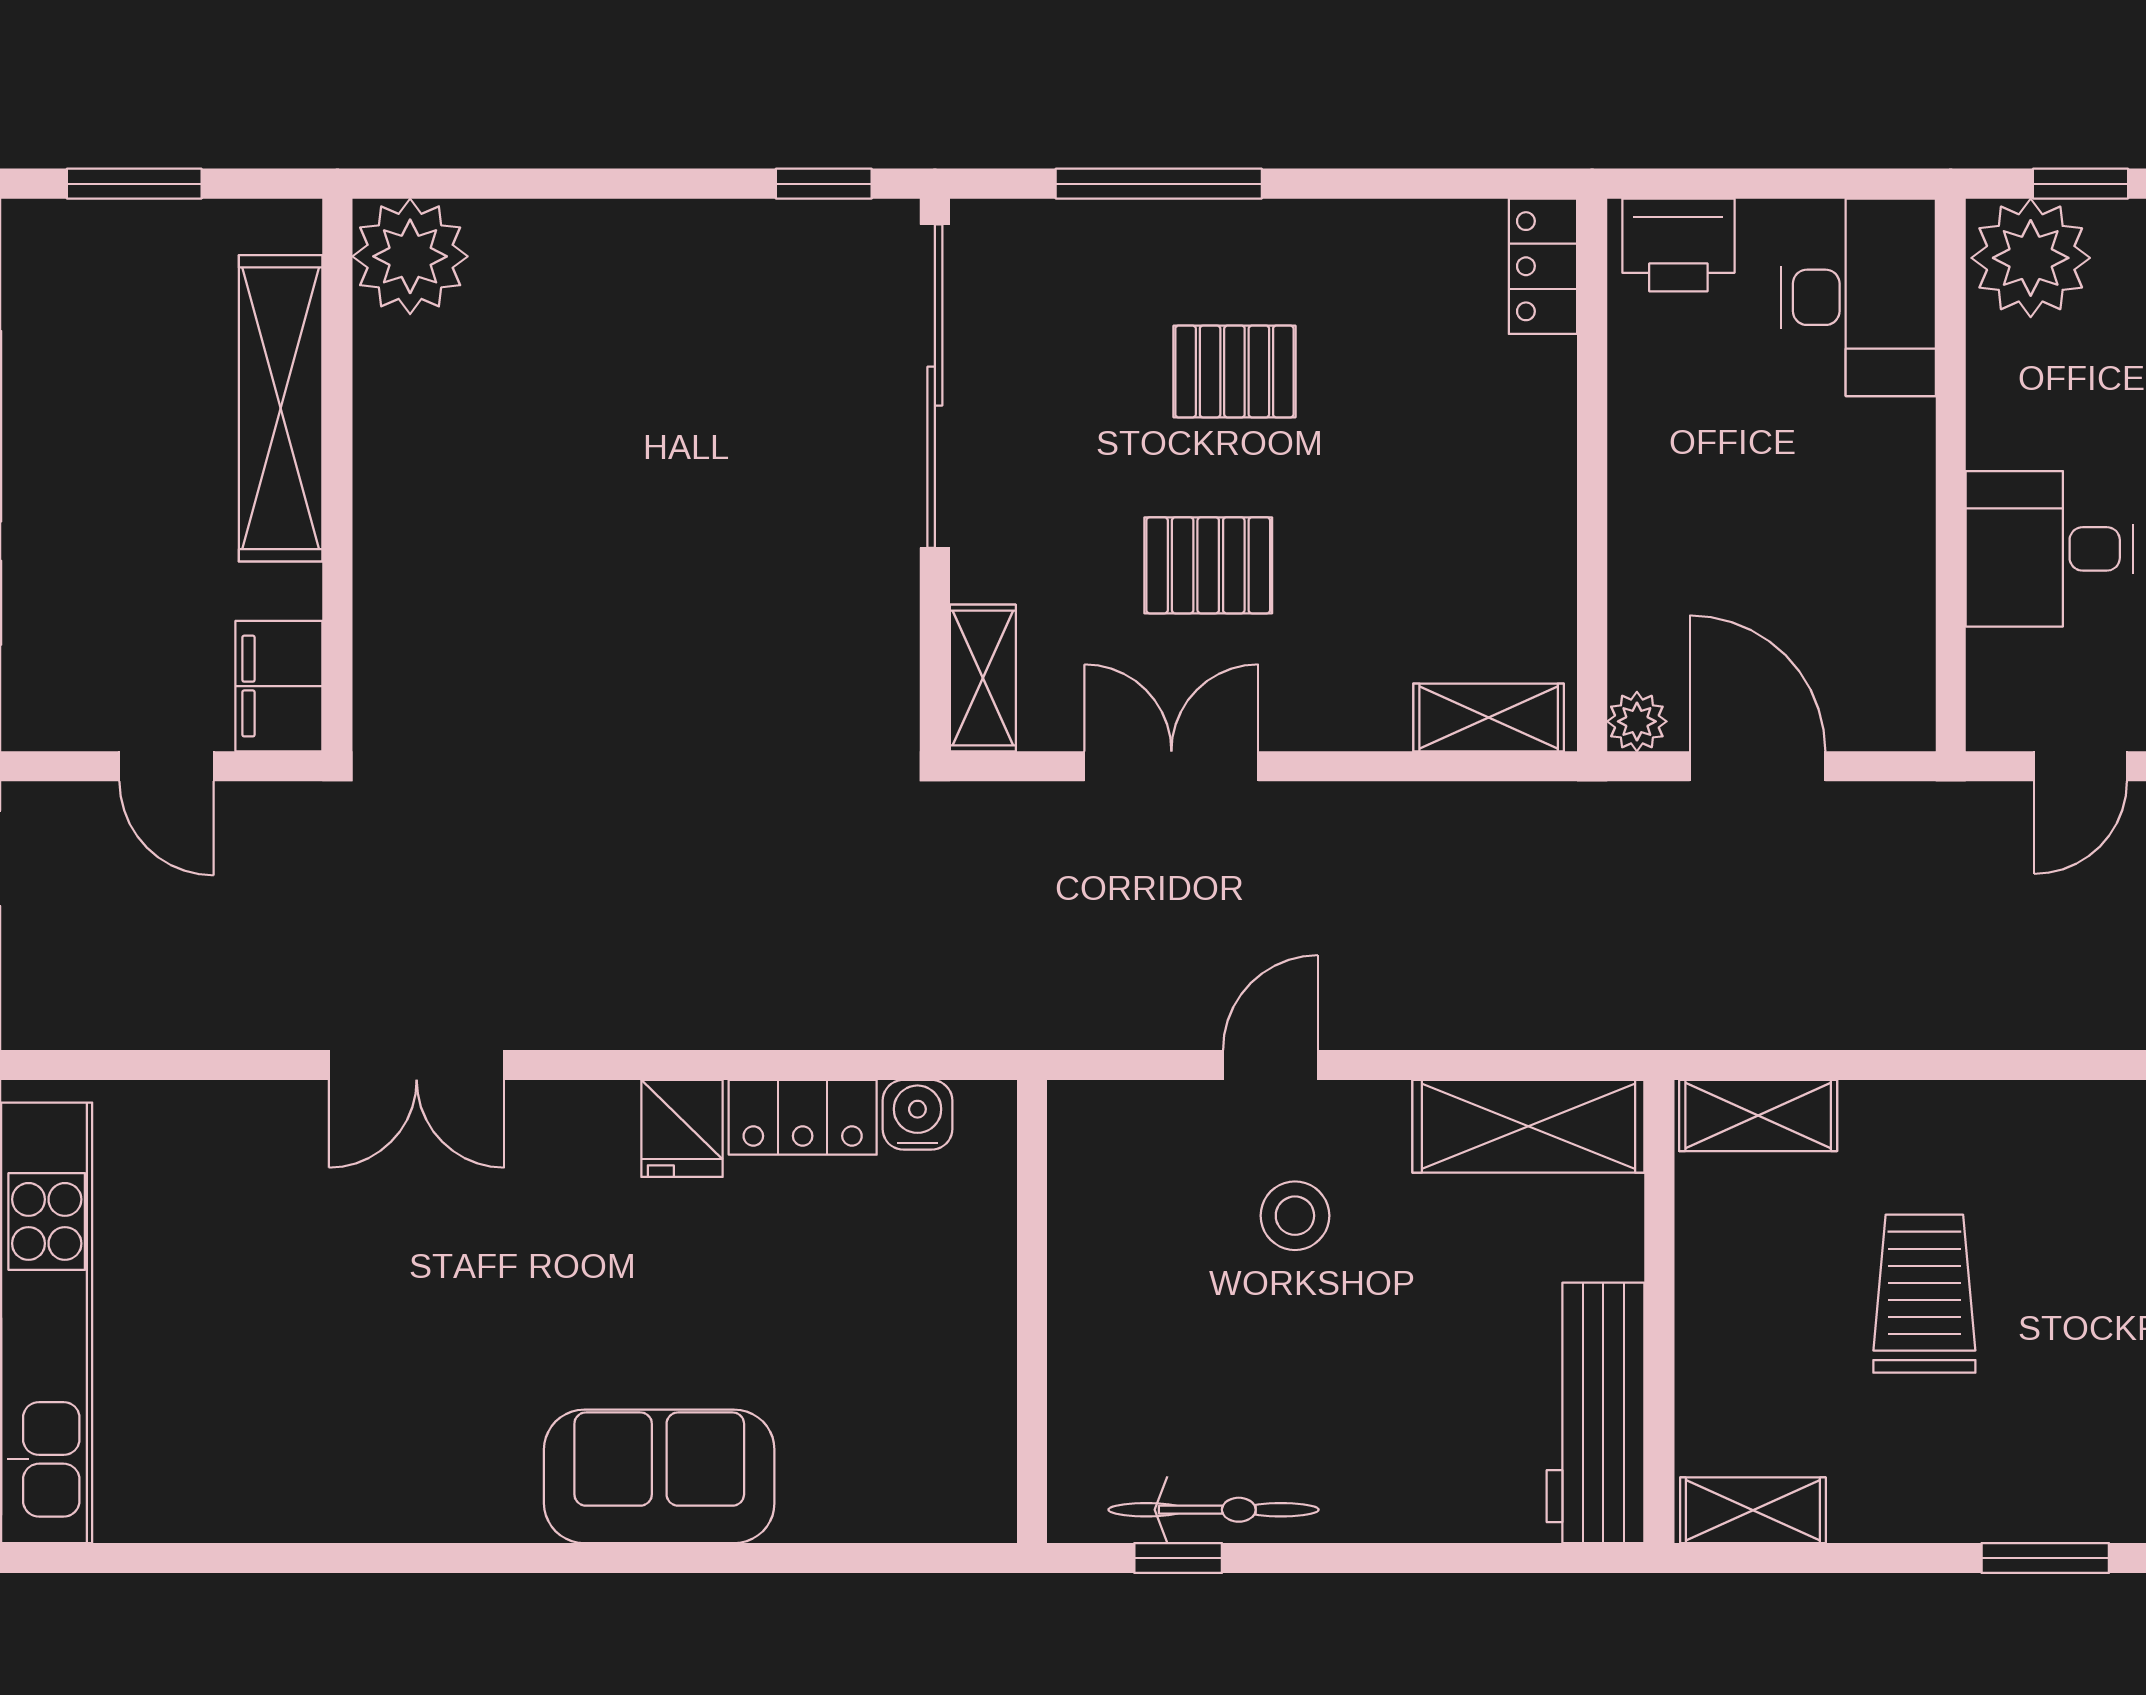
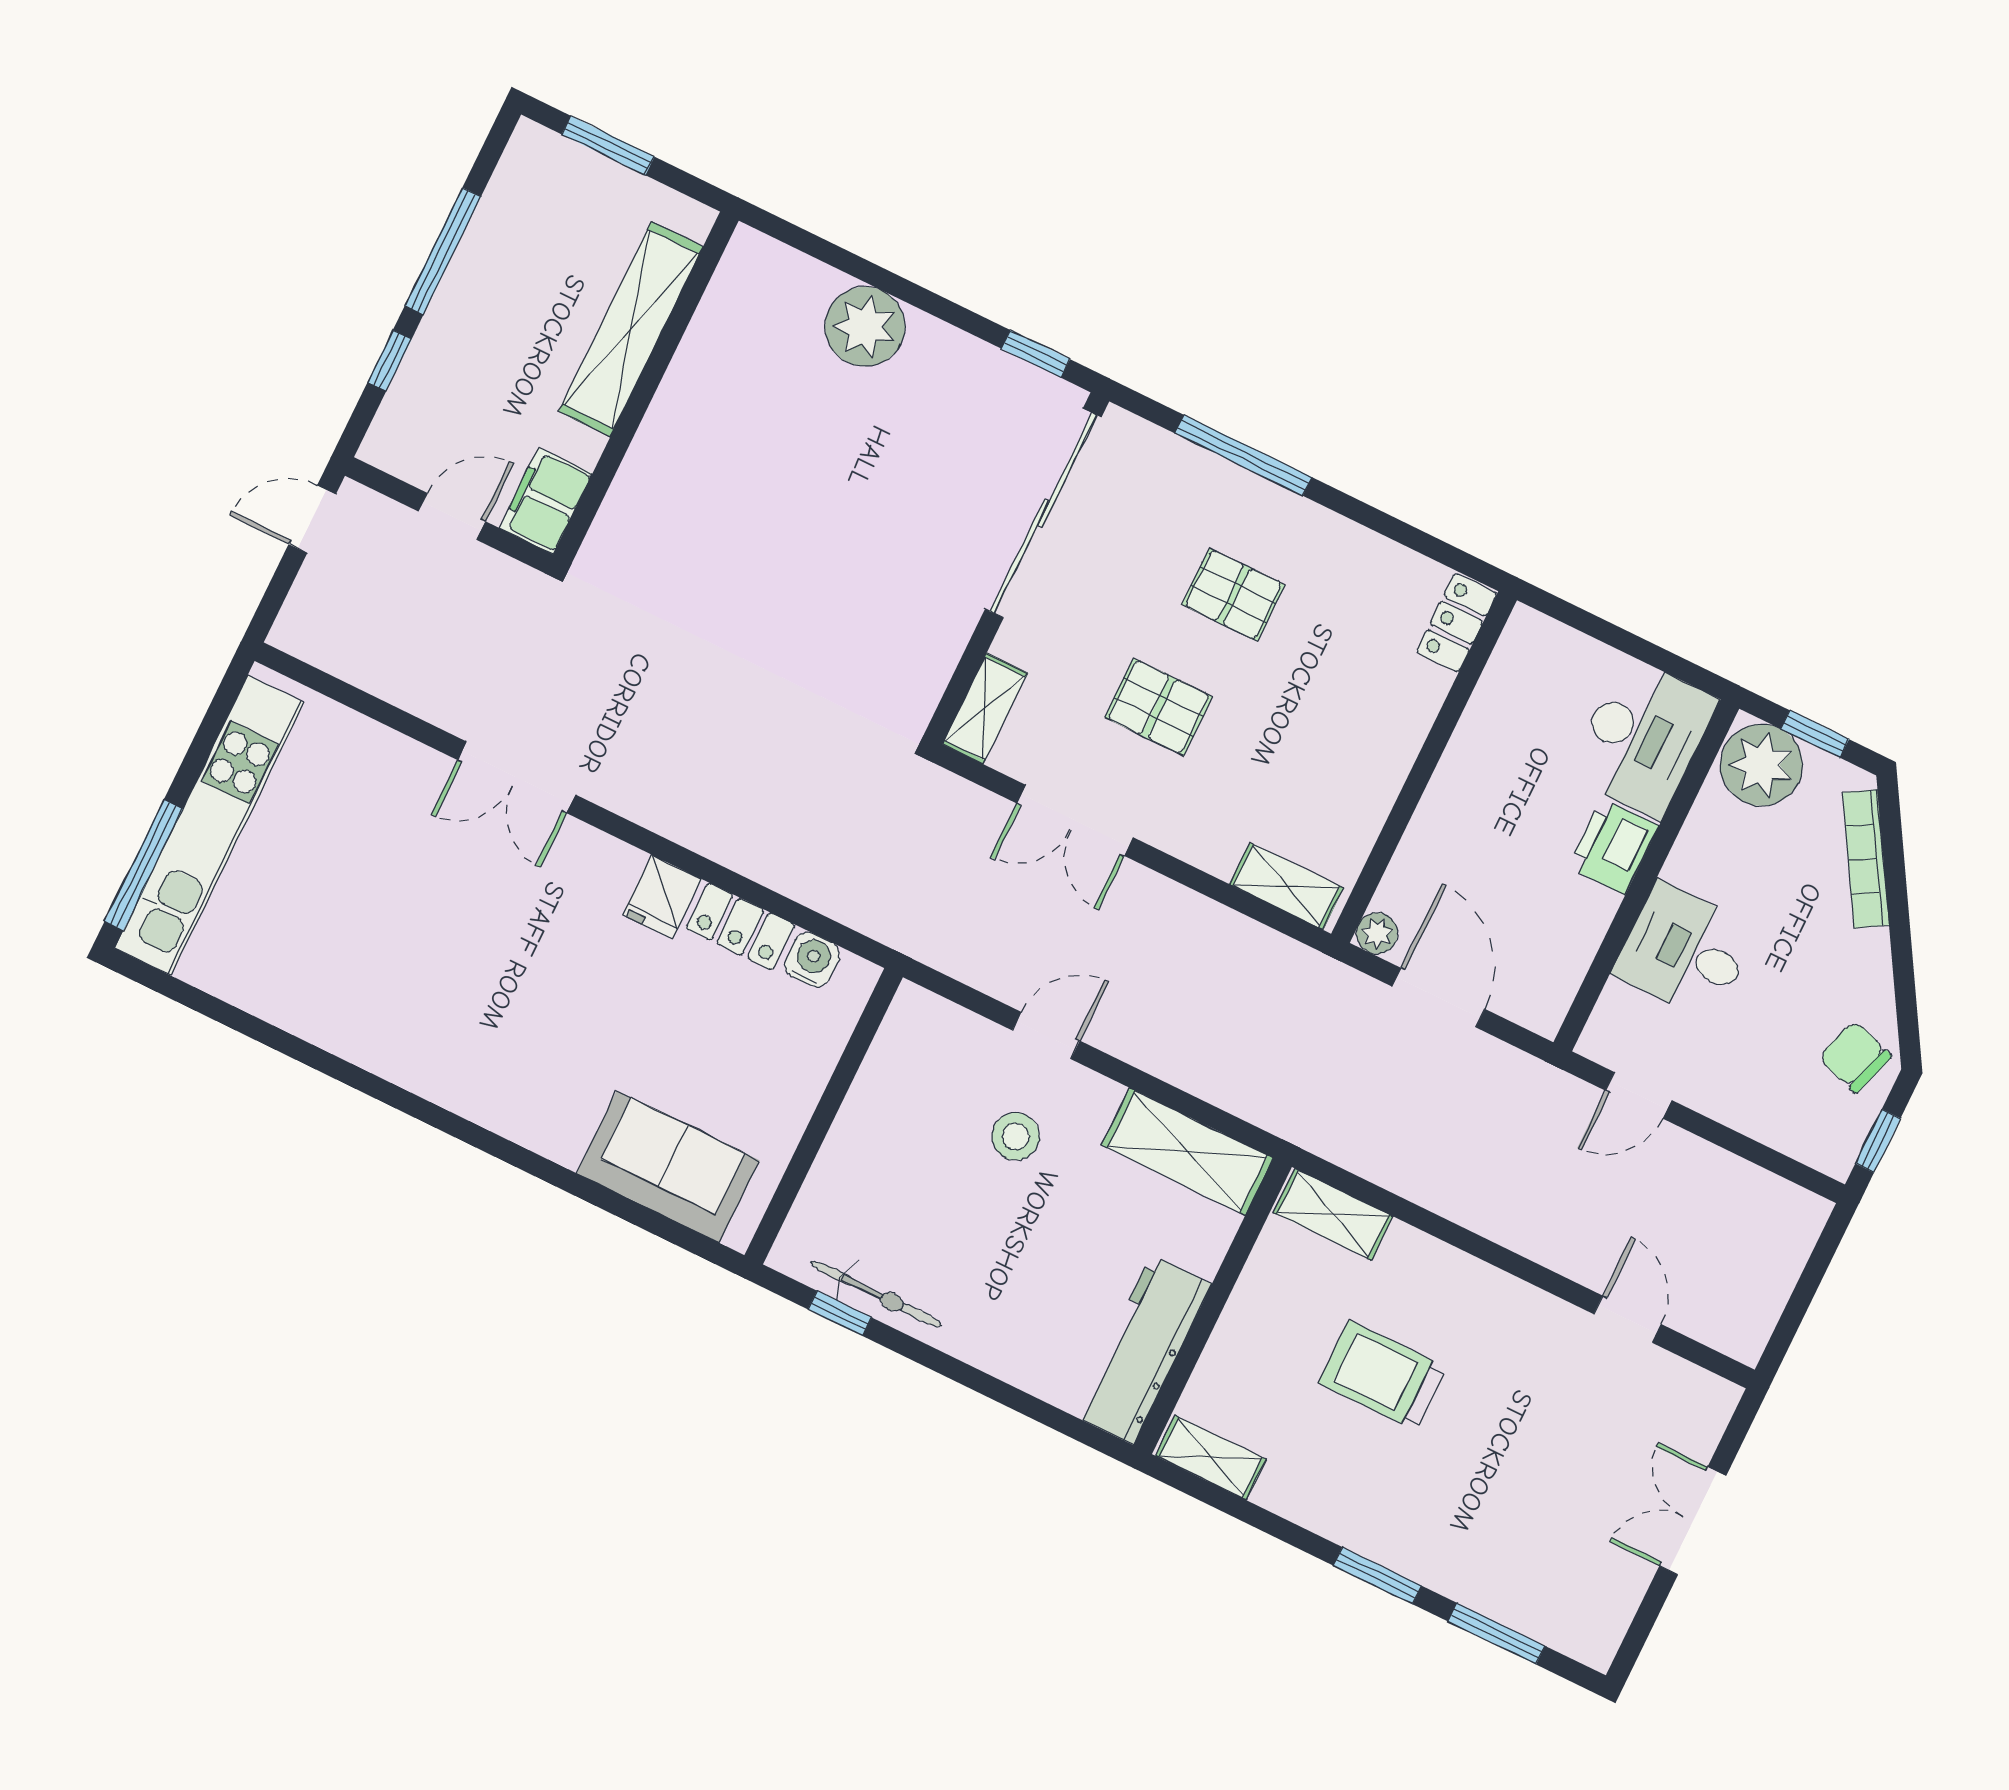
printer: (1678, 245) -> (1613, 847), moved, turned 90
plant: (410, 256) -> (865, 327), moved
door: (166, 766) -> (452, 516), swing flipped
double door: (1171, 766) -> (1075, 820), swing flipped
trolley: (1924, 1294) -> (1382, 1375), turned -90
sofa: (659, 1476) -> (668, 1167), moved

